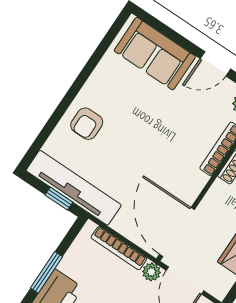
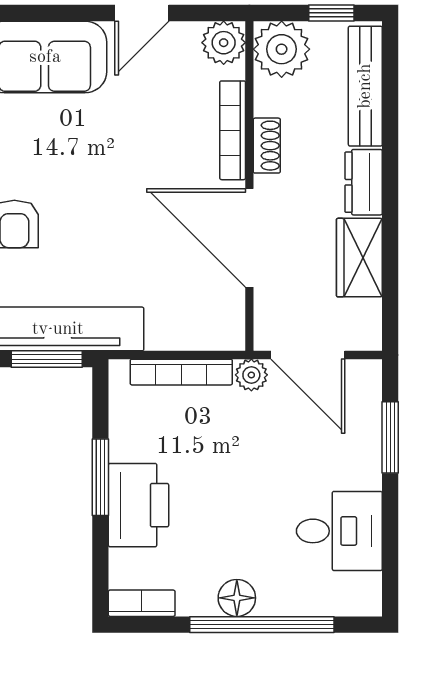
window: (59, 199) -> (47, 359), width x1.50
door: (177, 232) -> (249, 238), moved

